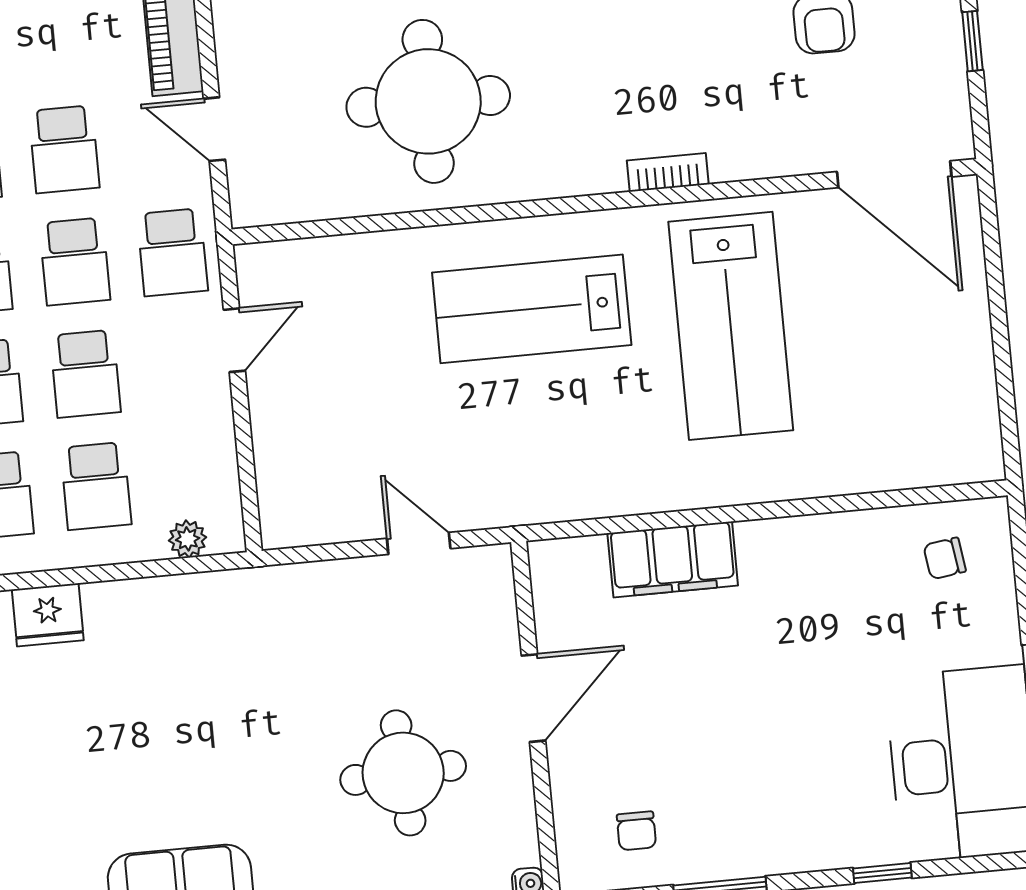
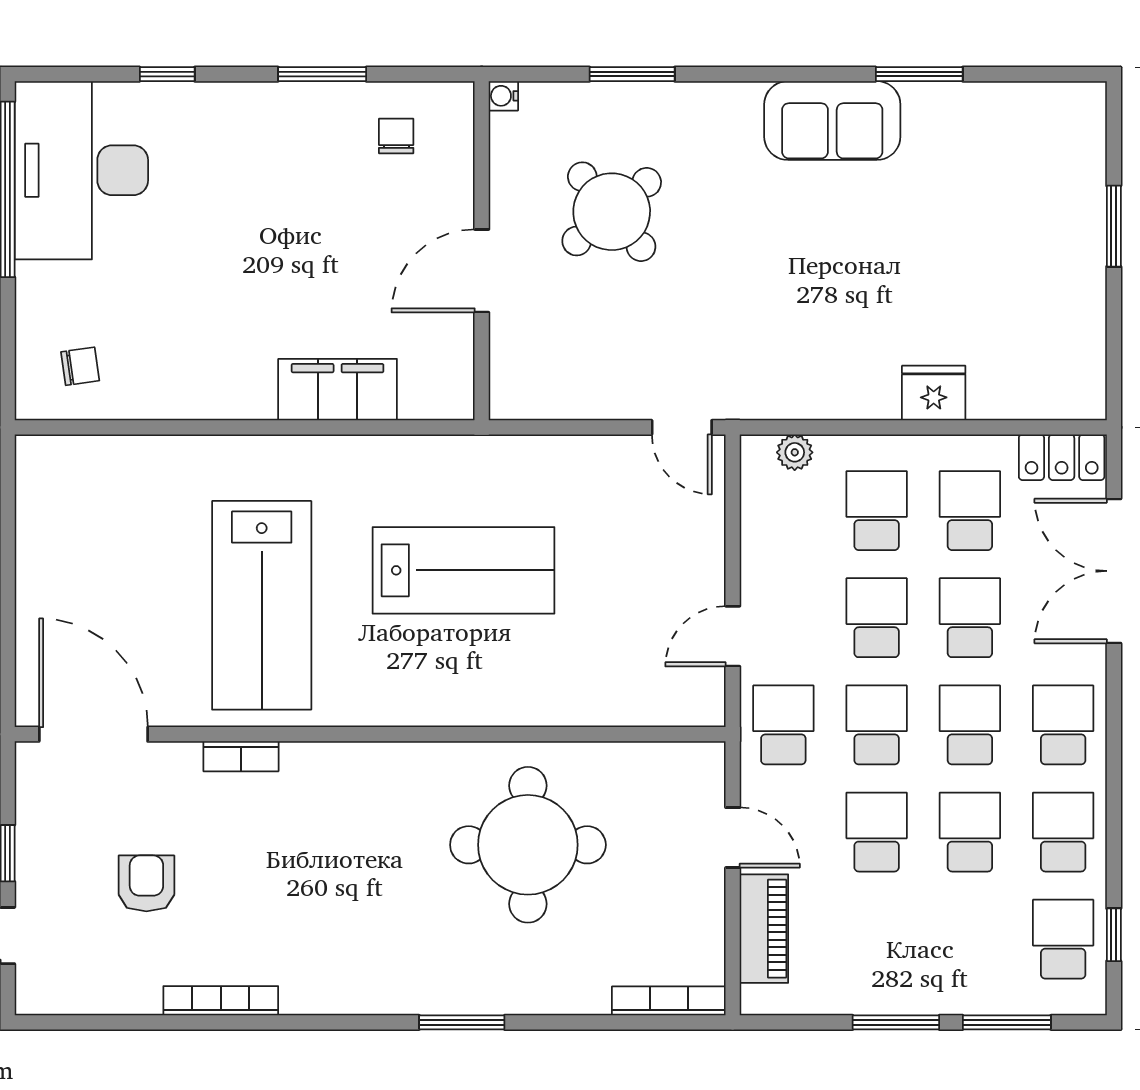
bookcase: (668, 172) -> (241, 756), moved
lab bench: (532, 309) -> (463, 570), moved
lab bench: (731, 326) -> (262, 605), turned 180
door: (419, 543) -> (682, 427), moved
round table: (403, 773) -> (612, 212), turned -37

